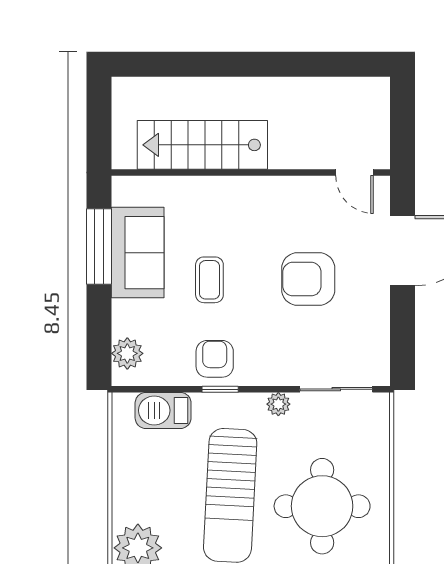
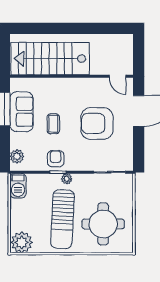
stairs: (202, 145) -> (50, 59), width x1.36, depth x1.51
armchair: (308, 279) -> (97, 123), width x1.36, depth x1.36
plant: (278, 404) -> (67, 179), moved
barbecue: (163, 410) -> (18, 186), moved, turned -90

